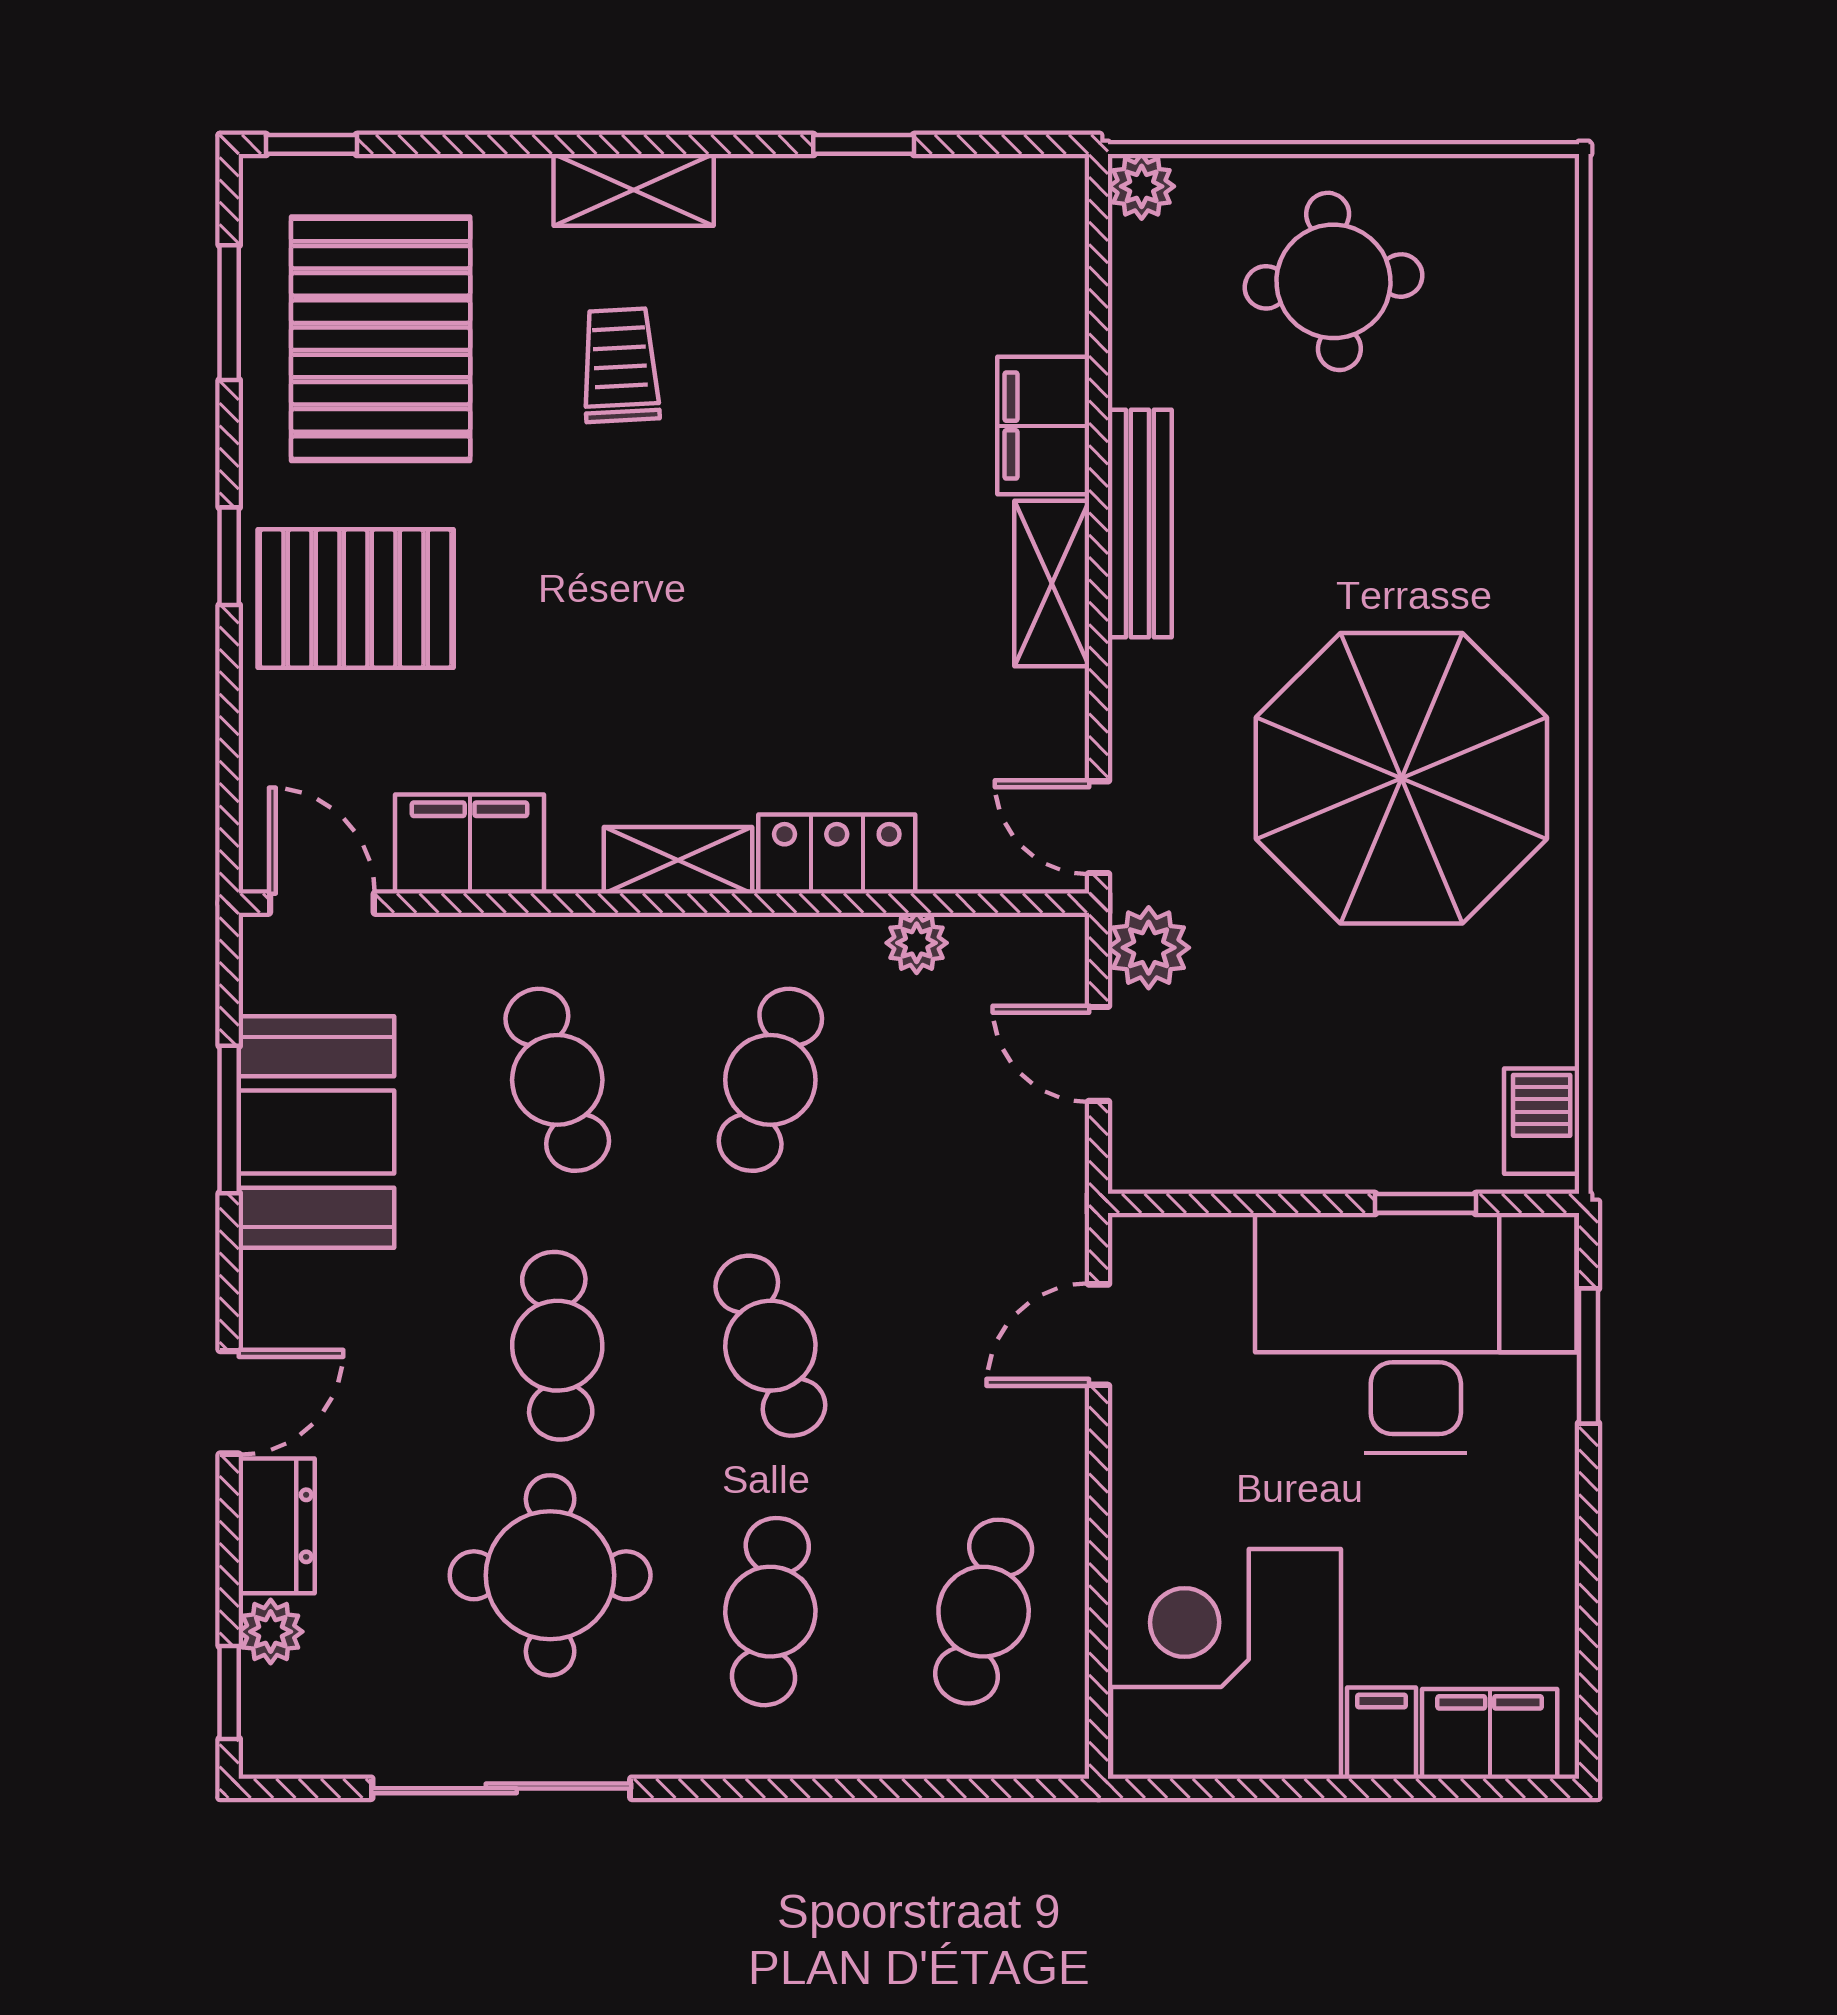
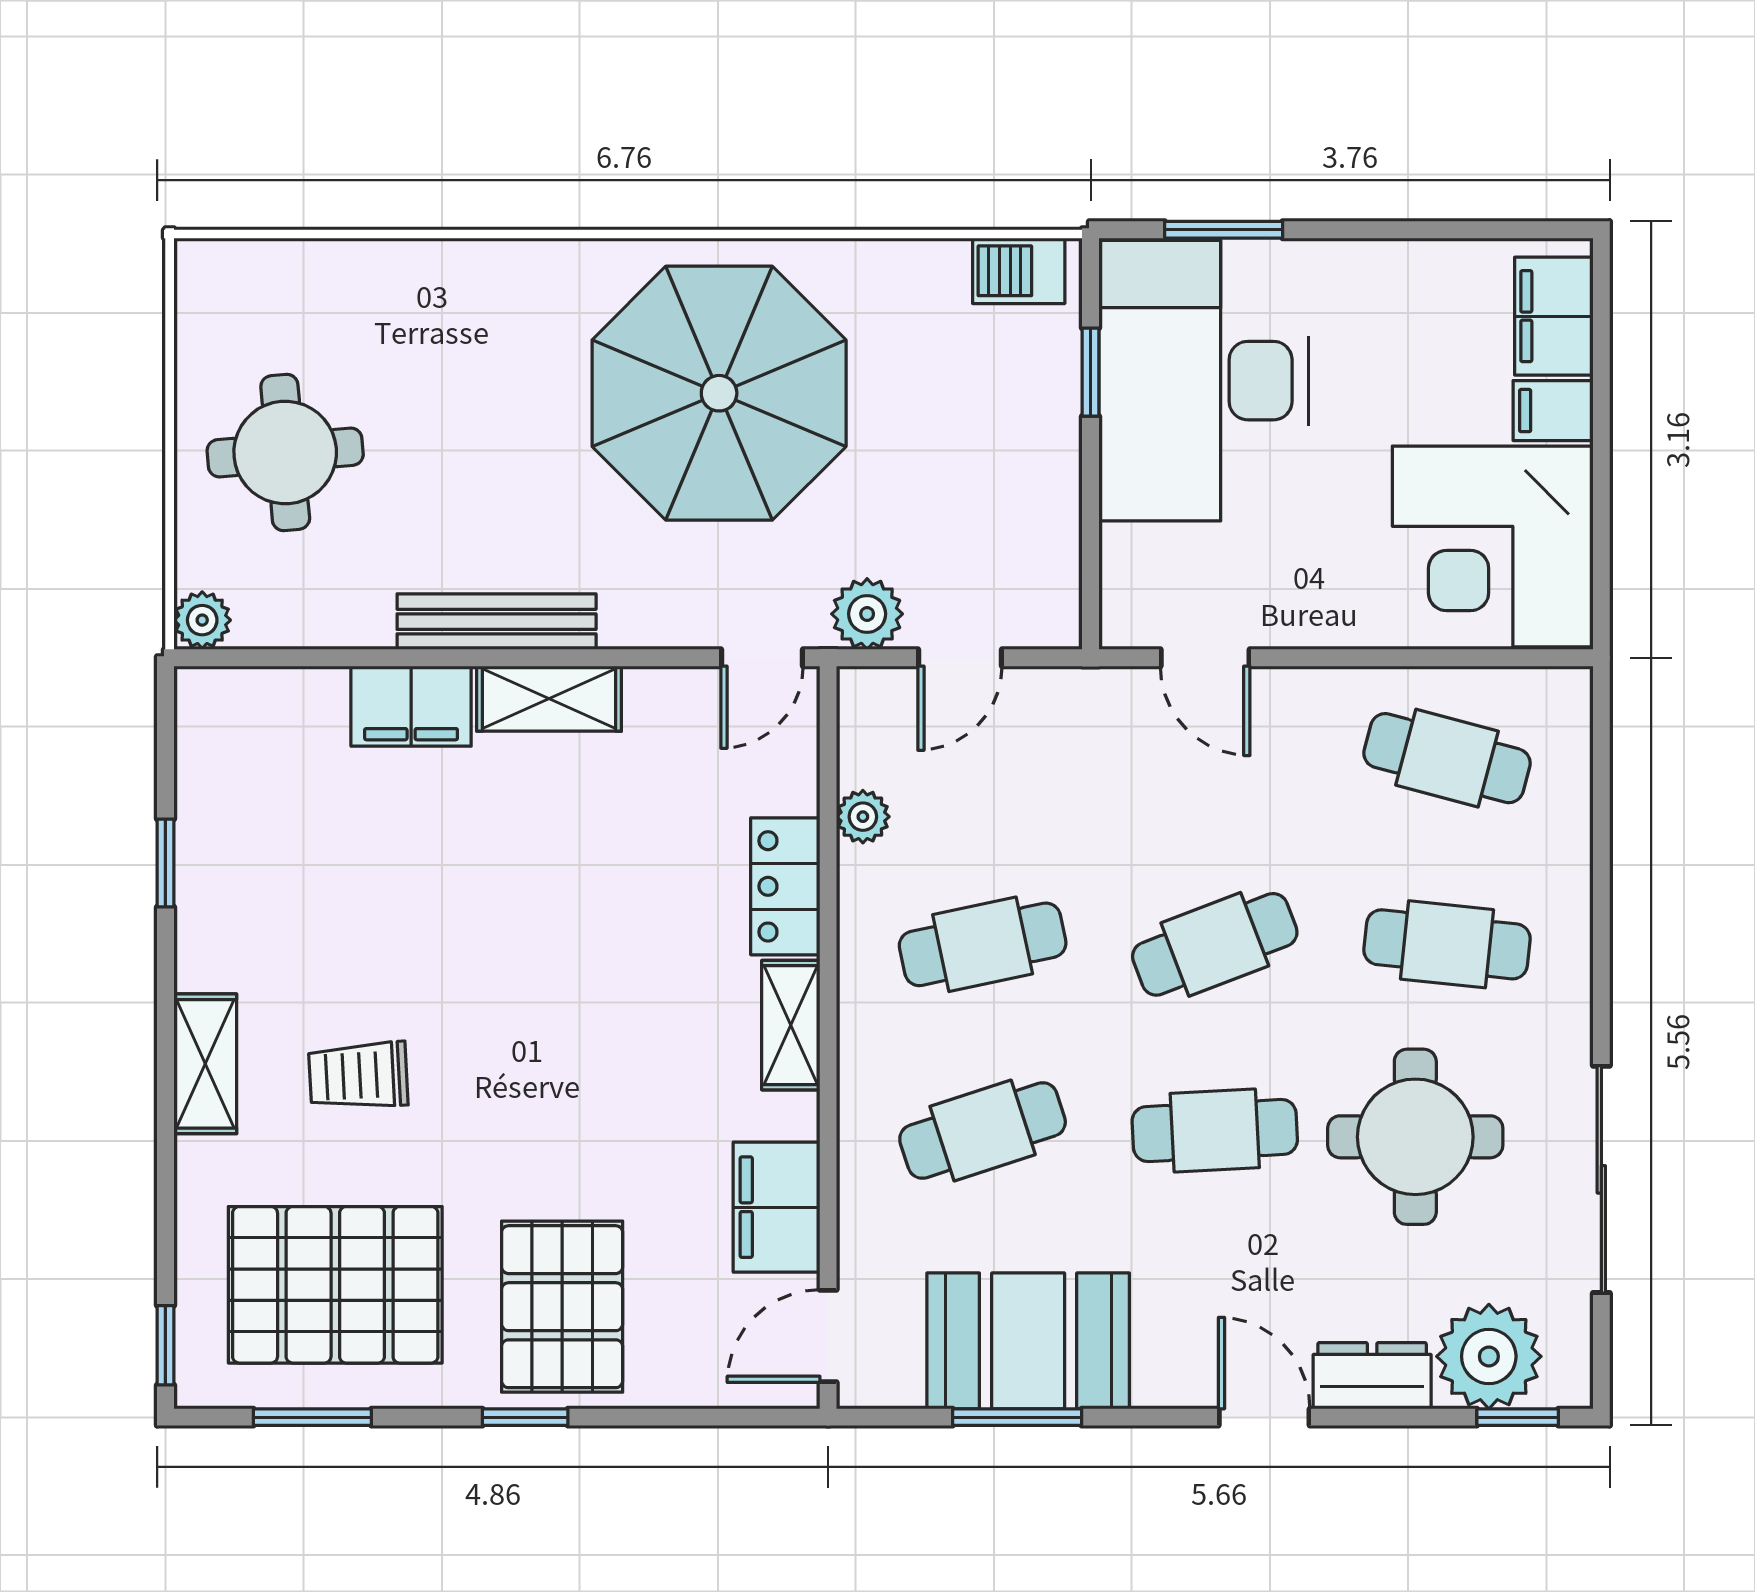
cafe table: (770, 1080) -> (983, 944), turned -30
plant: (271, 1632) -> (1489, 1356), width x1.88, depth x1.88

